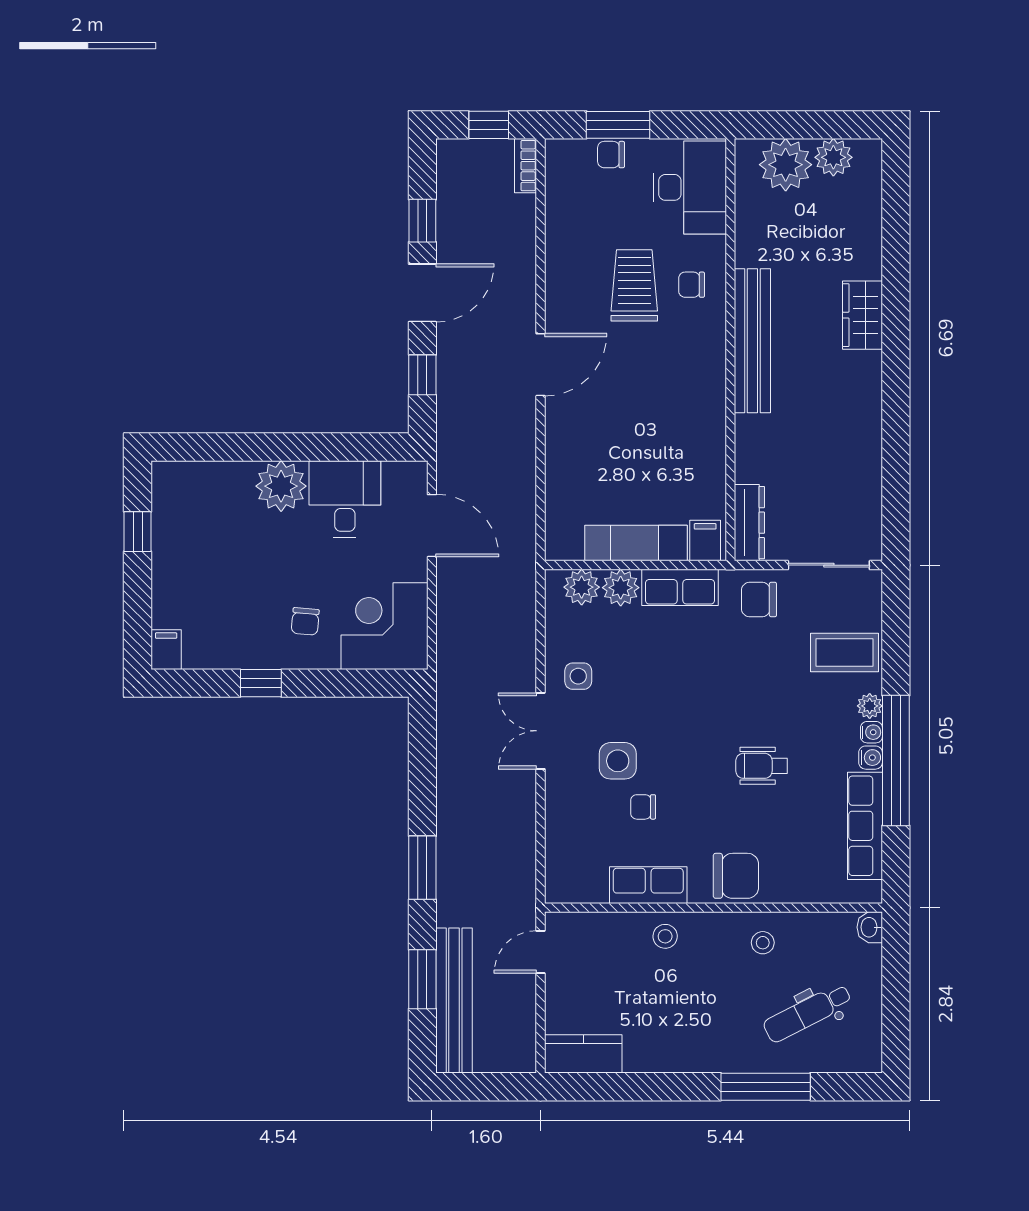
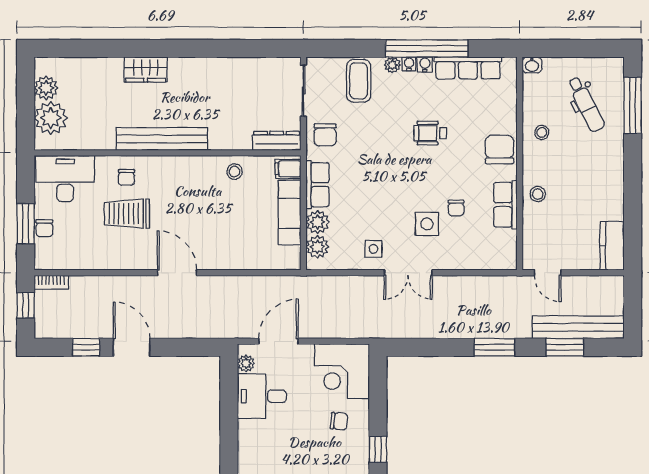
window: (422, 375) -> (183, 347), removed
stool: (701, 456) -> (235, 172), added
plant: (281, 486) -> (246, 363), moved, width x0.53, depth x0.53
wheelchair: (762, 766) -> (430, 133), turned 90
window: (766, 1087) -> (633, 105), moved

